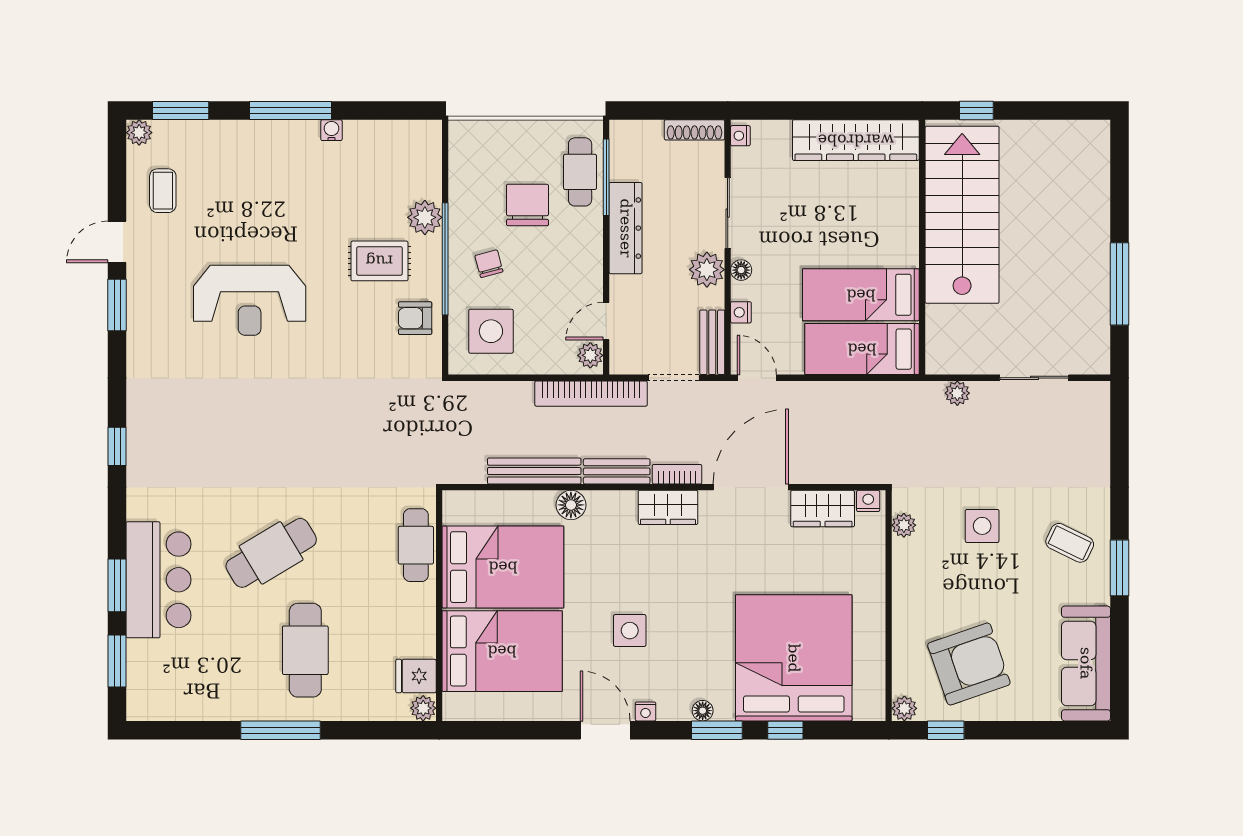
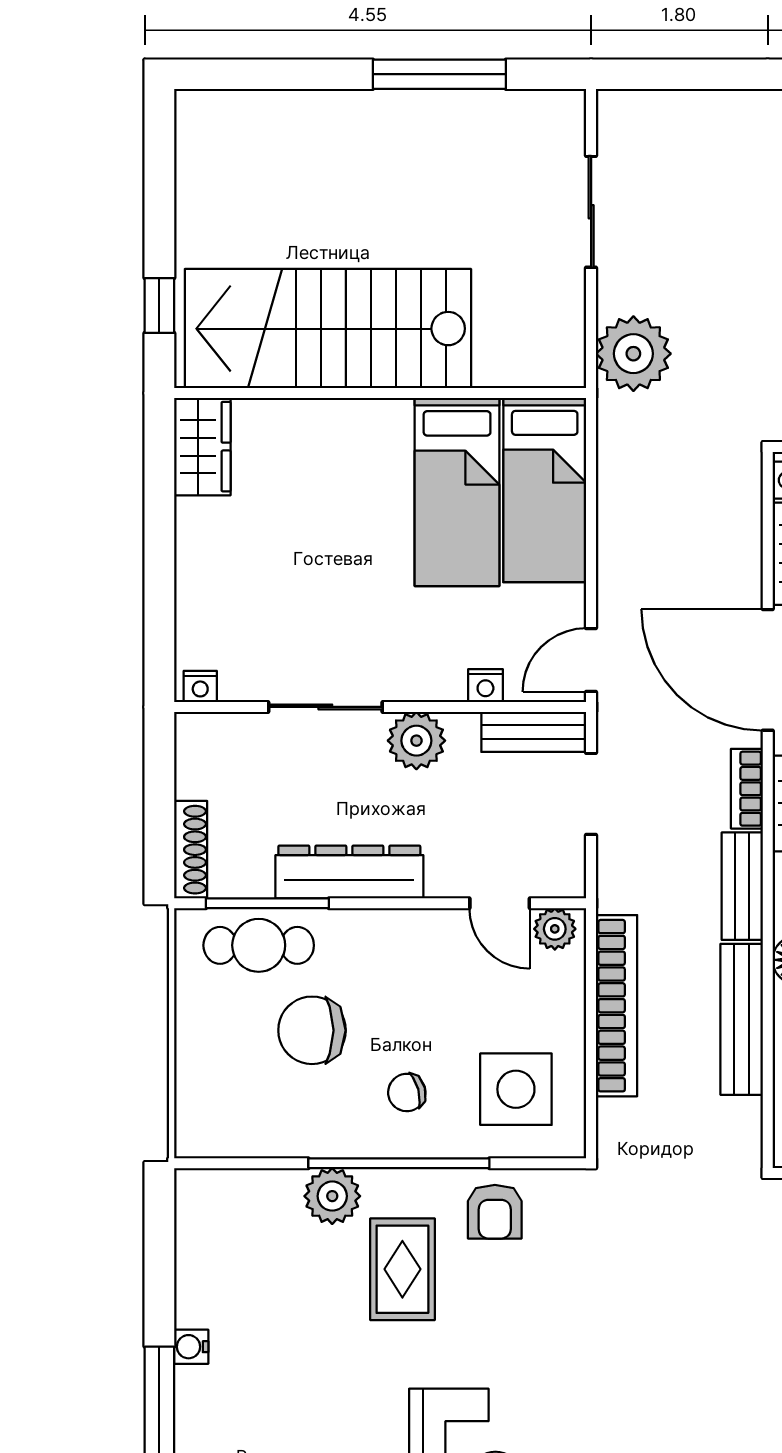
shoe rack: (695, 130) -> (191, 850), moved
wardrobe: (856, 140) -> (202, 447), width x0.48, depth x0.85
floor lamp: (741, 270) -> (417, 685), removed
plant: (957, 393) -> (633, 354), width x1.88, depth x1.88
bookcase: (591, 394) -> (617, 1006), moved

